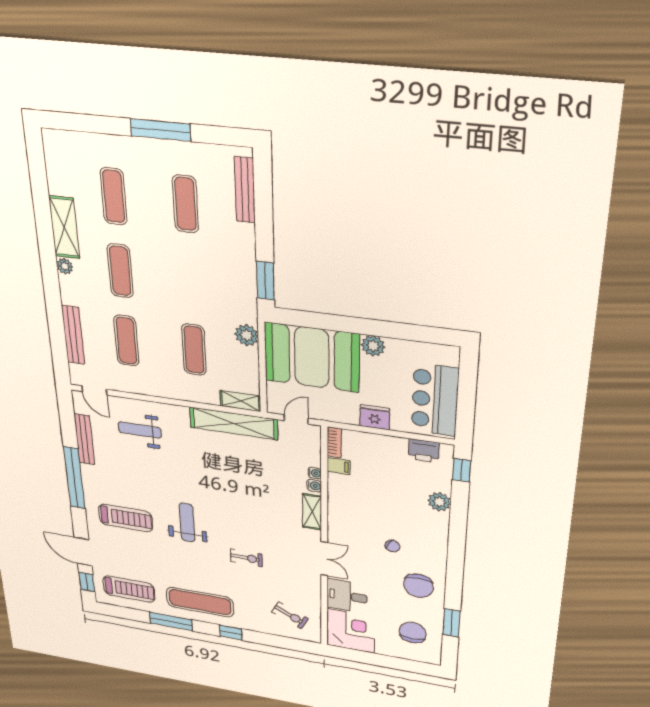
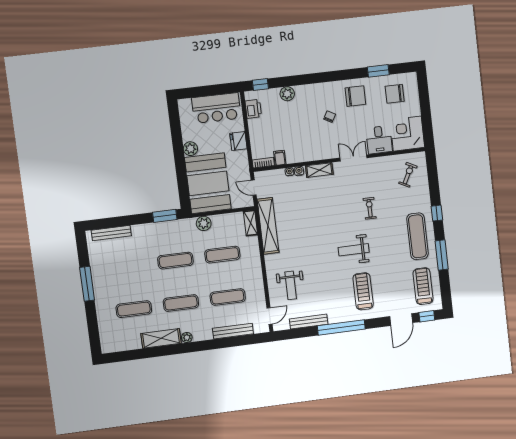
exercise mat: (185, 204) -> (175, 261), moved

